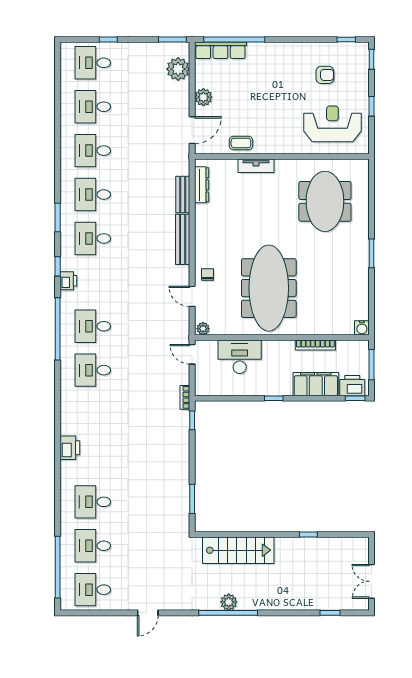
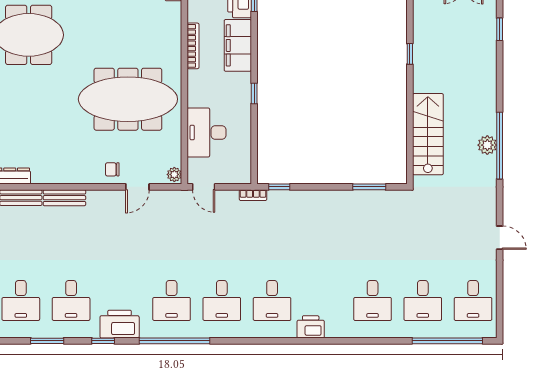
bench: (183, 239) -> (64, 198), width x0.73
printer: (68, 281) -> (120, 324), width x1.87, depth x1.48
door: (192, 354) -> (204, 187), hinge flipped
desk: (93, 414) -> (272, 301), added

